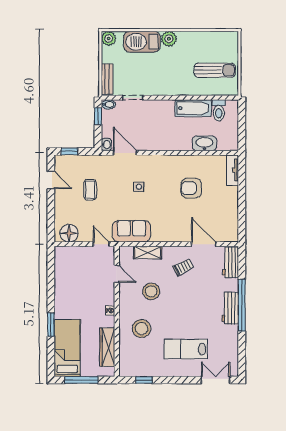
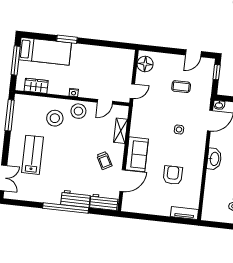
washbasin: (204, 143) -> (214, 159), moved
sofa: (131, 231) -> (137, 154), moved
stool: (151, 291) -> (78, 111), moved
workbench: (230, 308) -> (76, 199), moved
wardrobe: (107, 347) -> (36, 86), width x0.67
window: (144, 380) -> (10, 115), width x2.17

